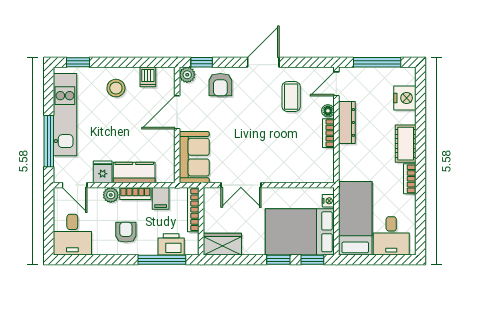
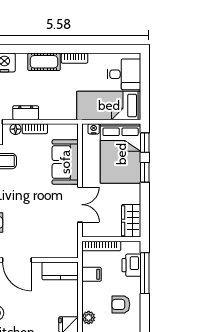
dresser: (347, 122) -> (26, 113), width x0.70
sofa: (194, 157) -> (65, 162), moved, turned -90
kitchen counter: (134, 172) -> (60, 271), moved, turned -90
bookcase: (135, 193) -> (87, 296), removed

